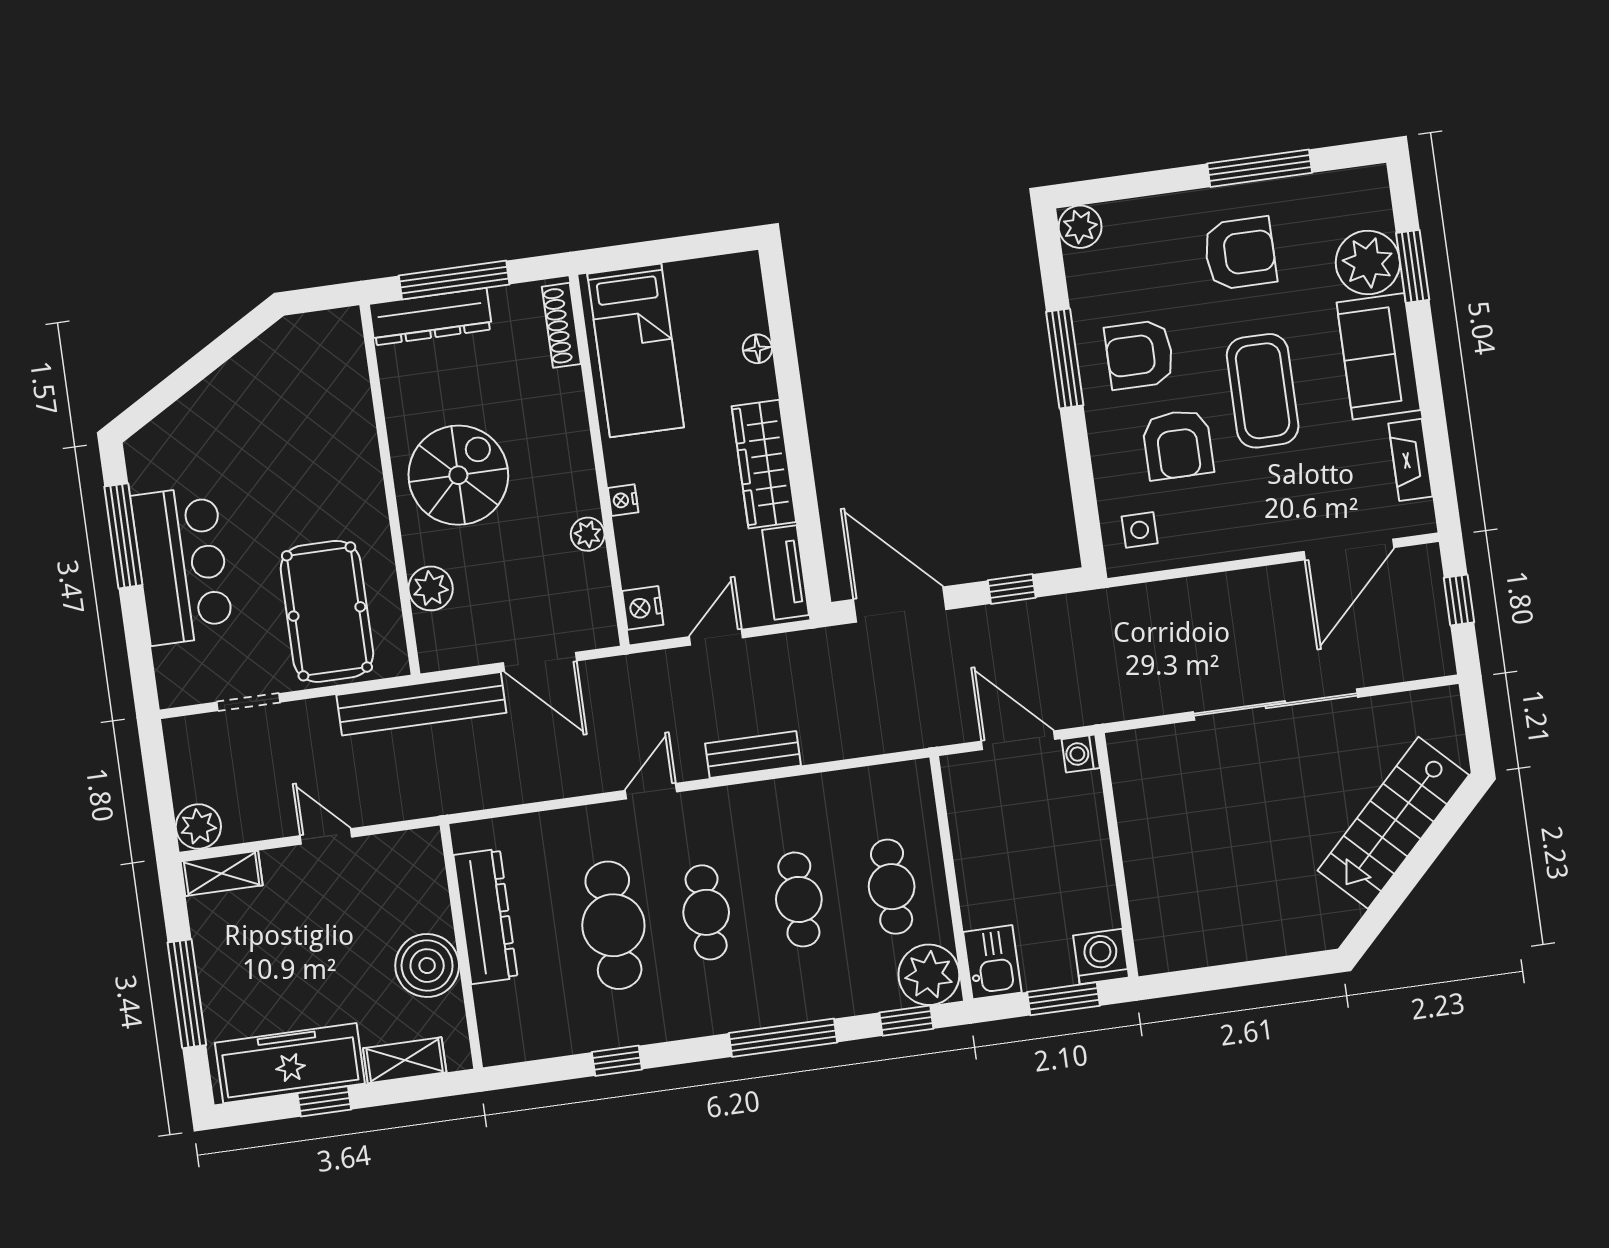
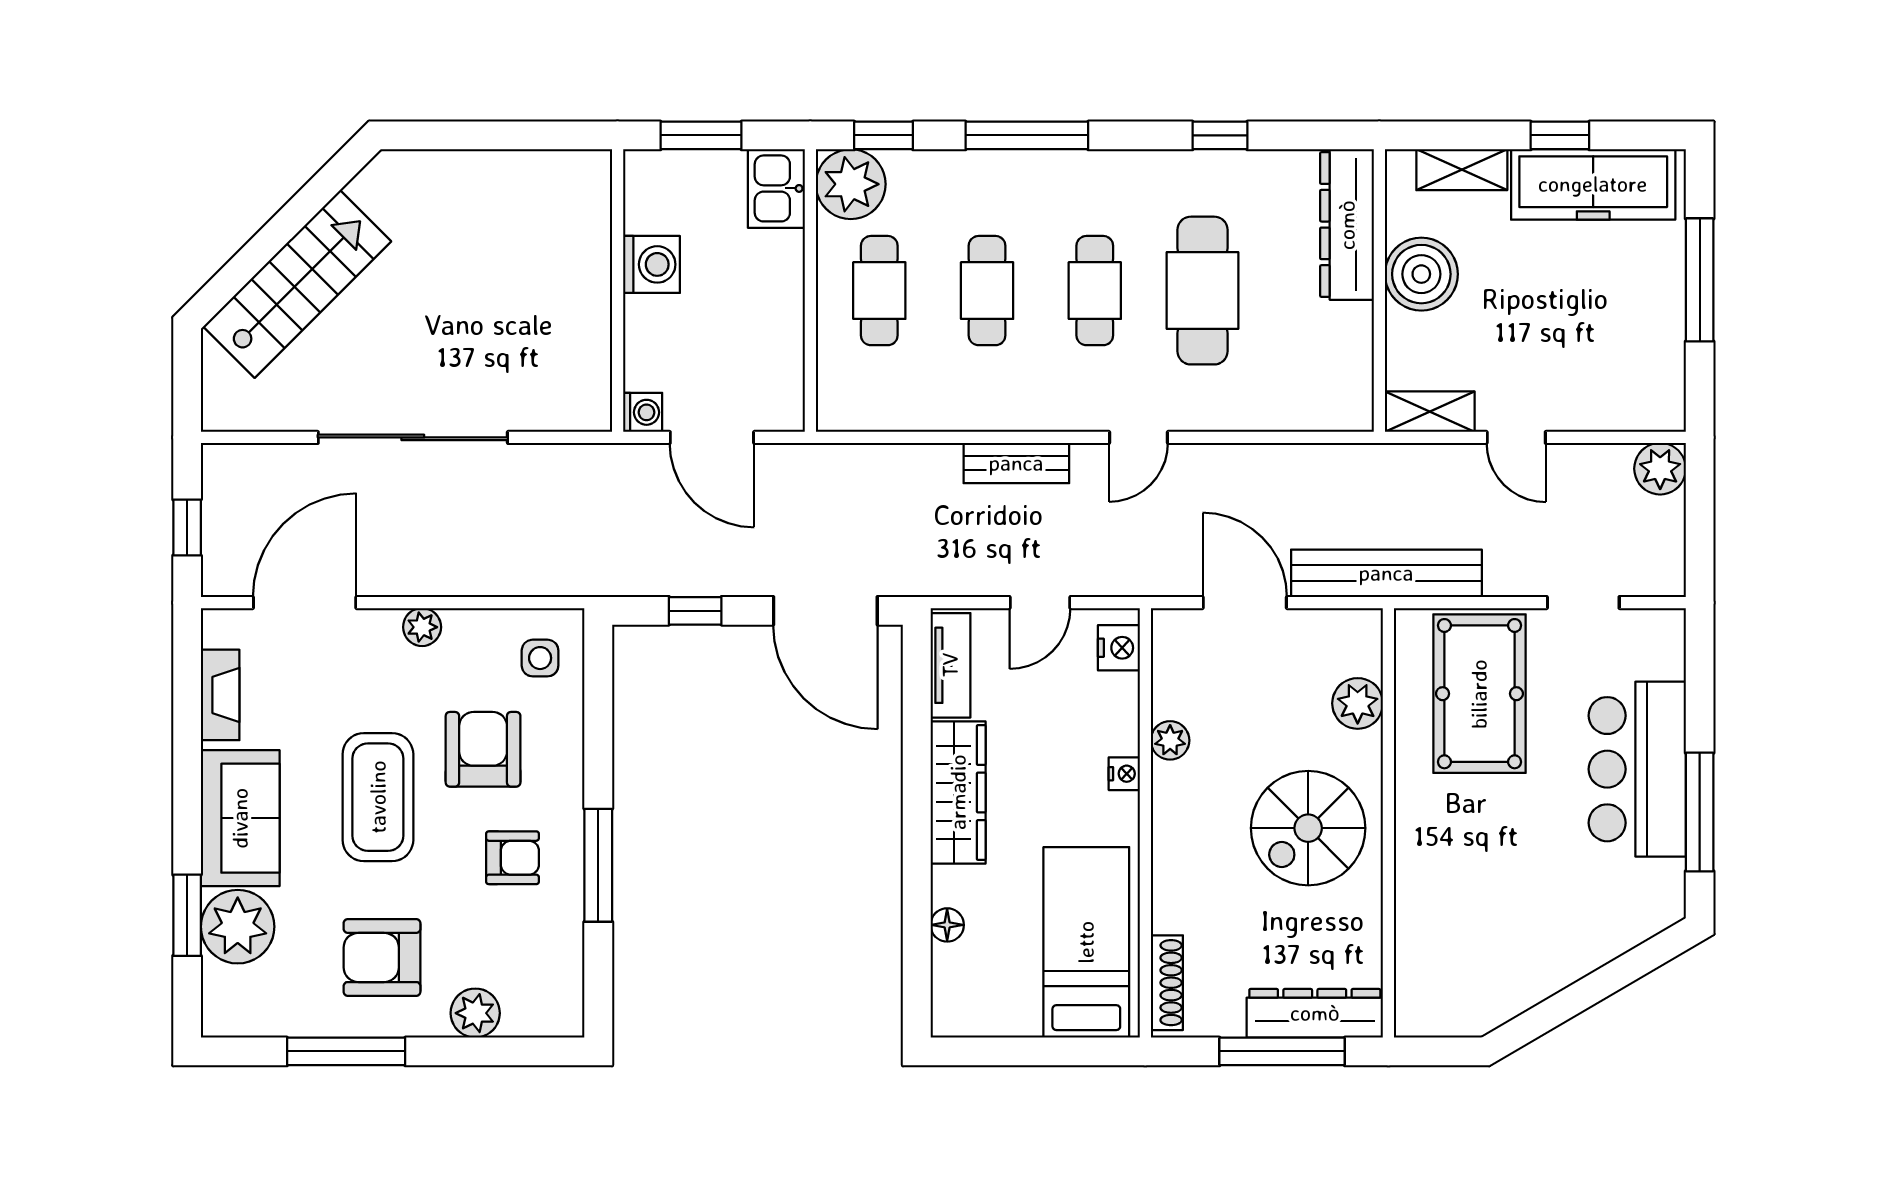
plant: (1080, 227) -> (475, 1013), moved
armchair: (1140, 355) -> (512, 858), width x0.72, depth x0.72
plant: (1245, 542) -> (422, 627), added
shelving: (222, 873) -> (1430, 412), moved
dresser: (486, 916) -> (1347, 225), moved
washing machine: (1101, 957) -> (652, 264), moved, turned -90

